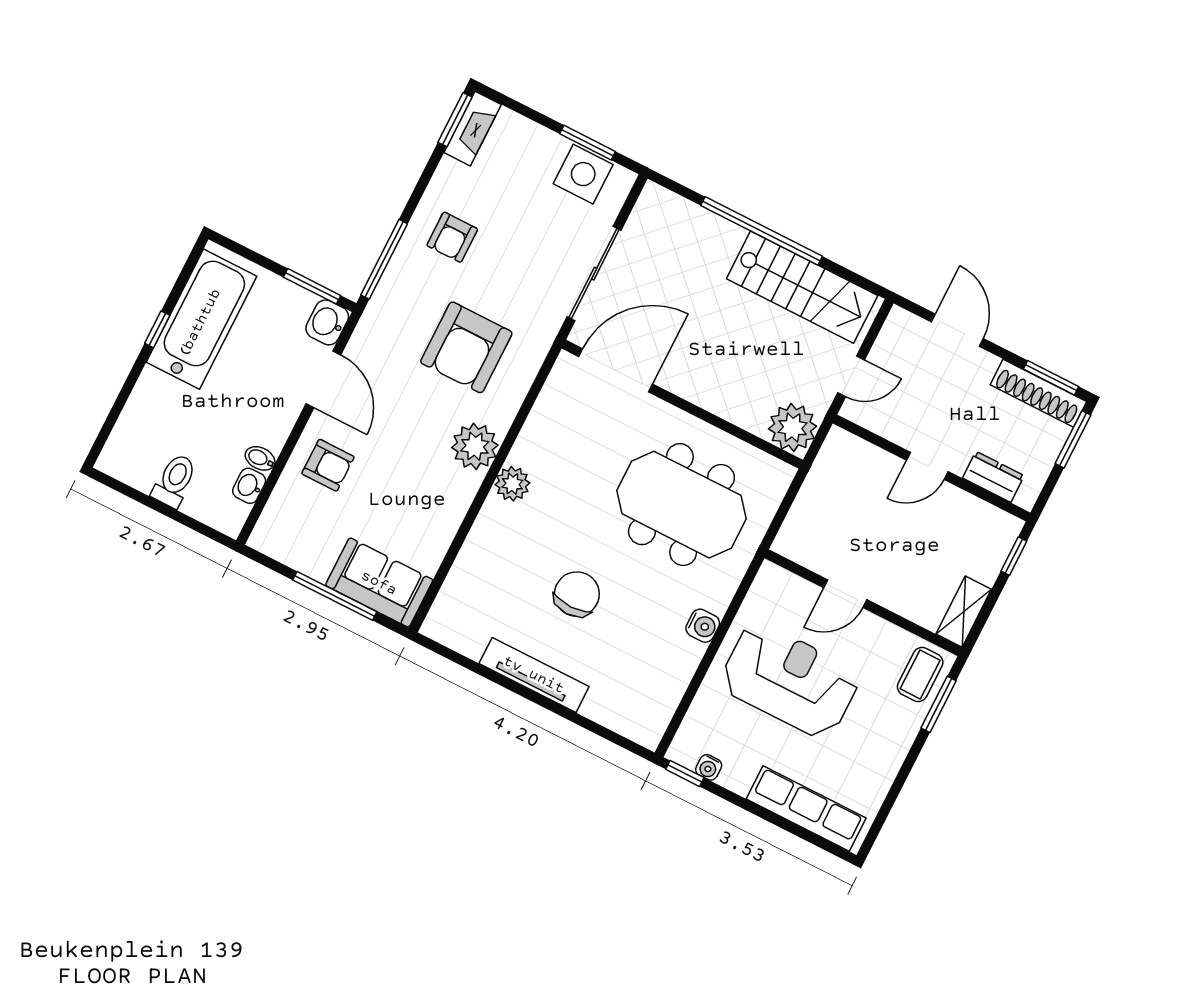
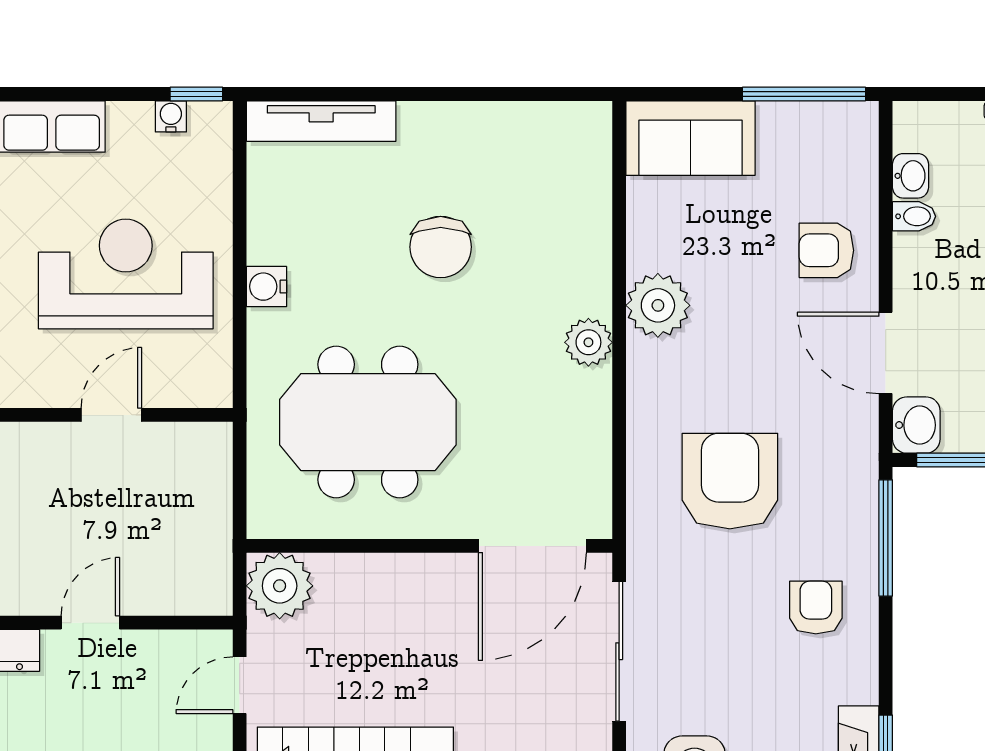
plant: (475, 446) -> (658, 305), moved
window: (335, 596) -> (804, 94), moved
tv unit: (534, 675) -> (321, 121), moved
reception desk: (790, 680) -> (126, 274), turned 180

